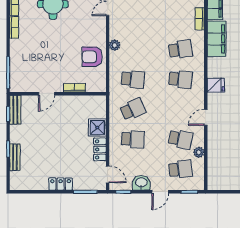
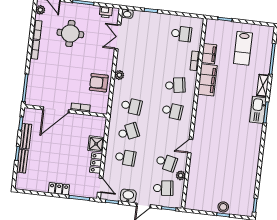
fridge: (216, 85) -> (202, 120), removed
door: (47, 94) -> (56, 110), width x1.88
bench: (15, 110) -> (26, 136), moved

